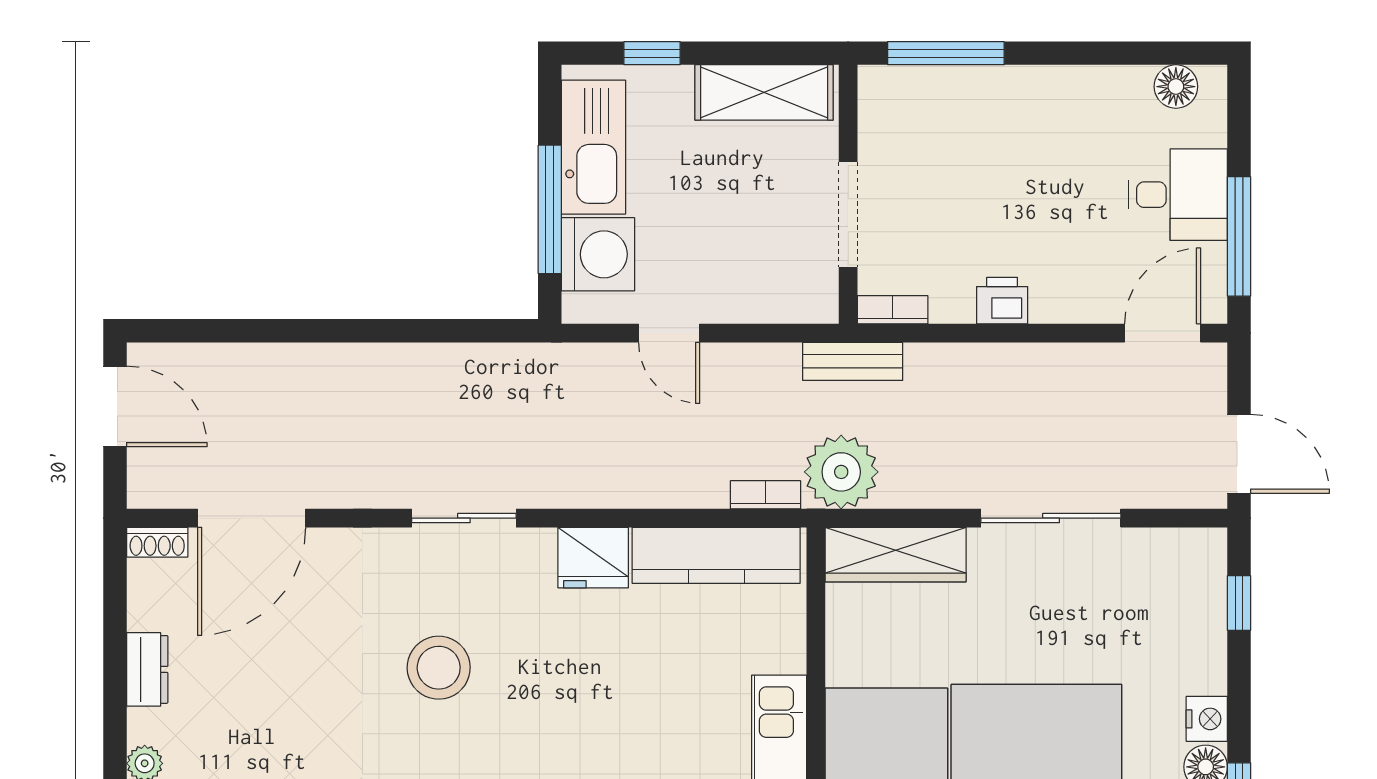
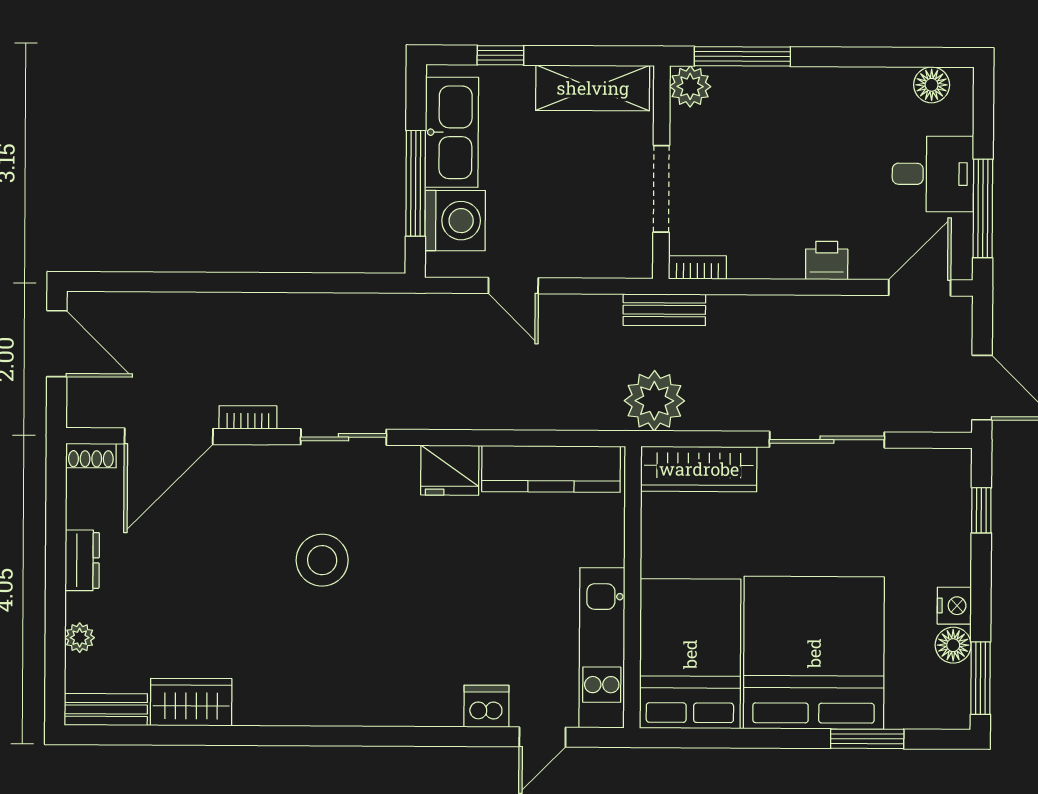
plant: (883, 90) -> (690, 86), added
printer: (1002, 301) -> (827, 261), moved
bookcase: (766, 495) -> (248, 417), moved

